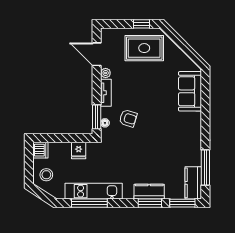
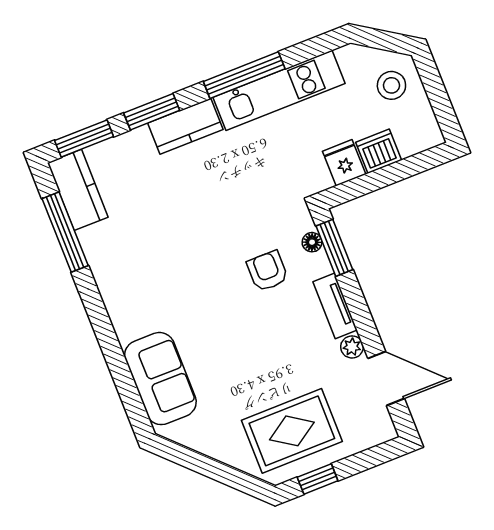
armchair: (128, 118) -> (267, 271), turned 73
dishwasher: (40, 150) -> (379, 151), moved, turned 90
kitchen counter: (149, 192) -> (185, 126), moved
window: (89, 203) -> (244, 75), moved

